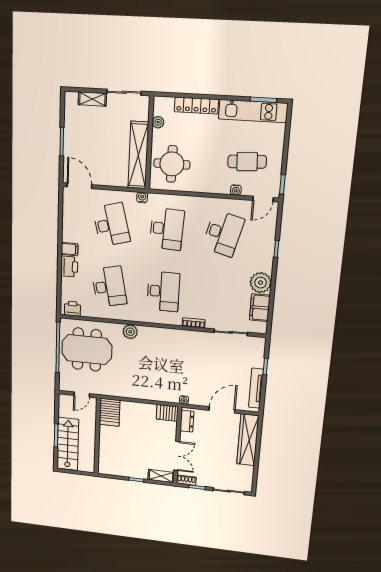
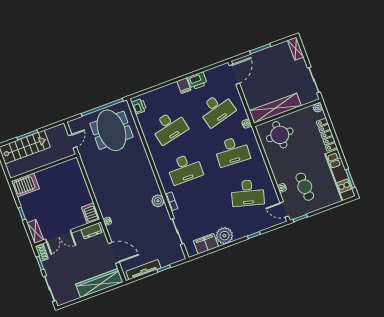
shelving: (92, 99) -> (296, 49), moved
plant: (158, 122) -> (318, 108), moved
printer: (69, 267) -> (197, 81), moved
plant: (130, 332) -> (158, 201), moved
door: (82, 395) -> (73, 141), swing flipped
server rack: (110, 412) -> (25, 185), moved, turned 180

